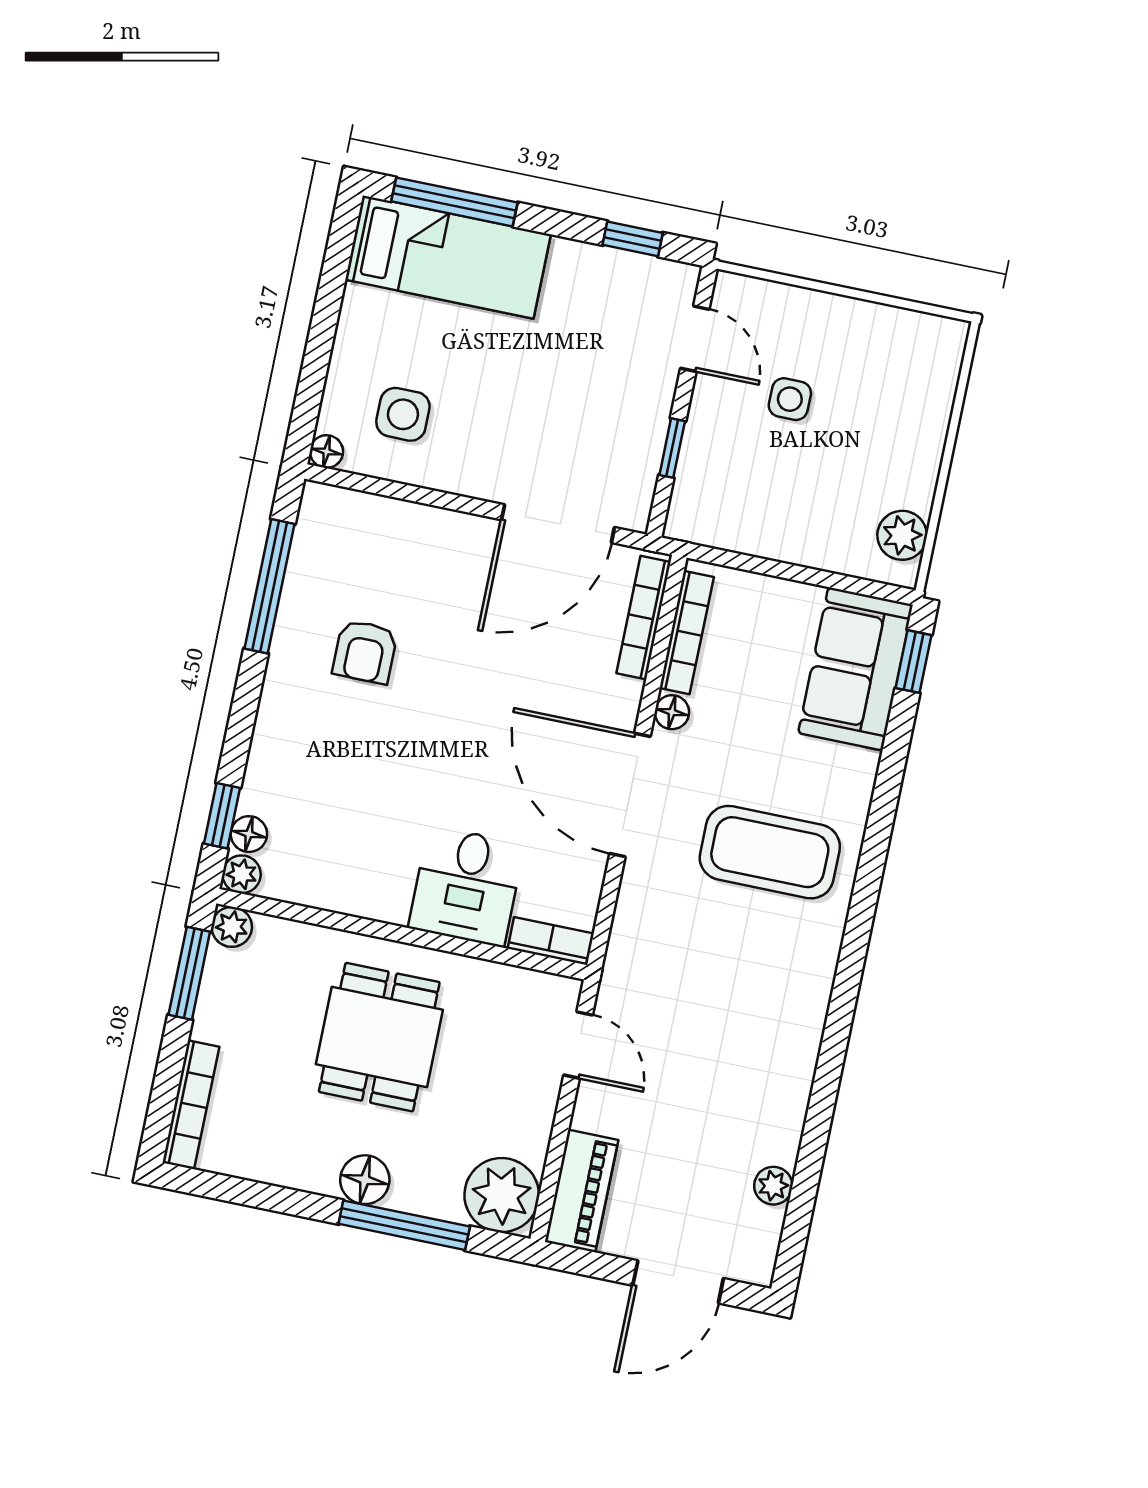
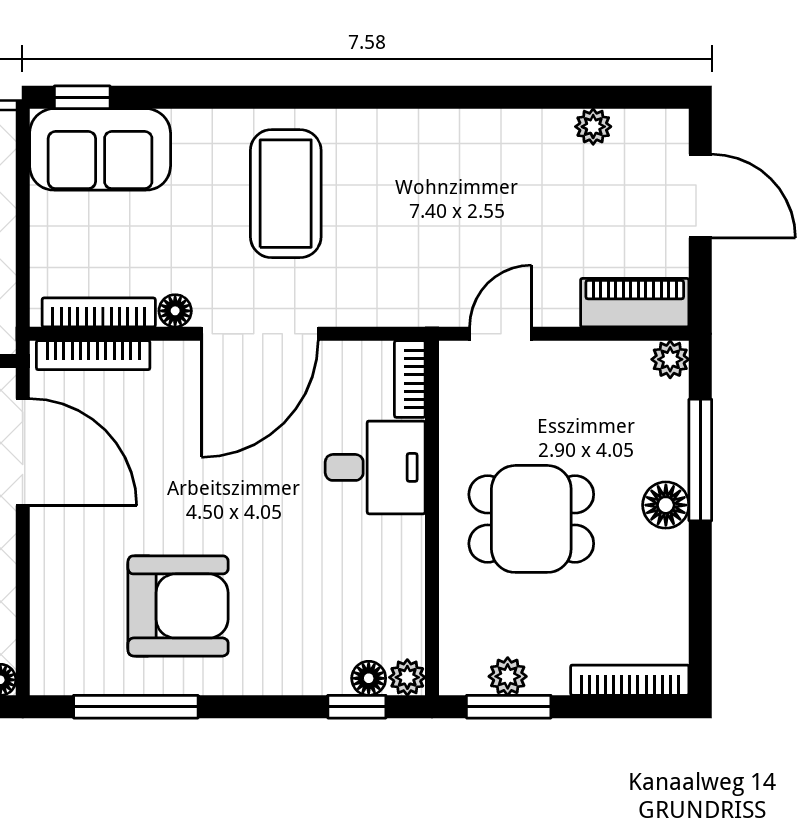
armchair: (365, 652) -> (178, 606), width x1.88, depth x1.88
plant: (232, 927) -> (508, 676), moved
plant: (502, 1195) -> (670, 359), width x0.53, depth x0.53

